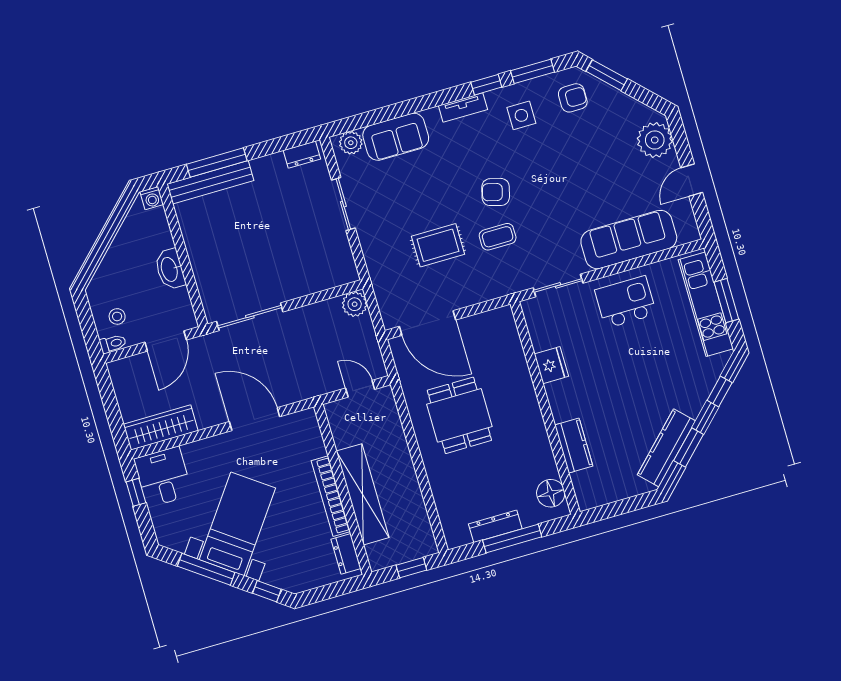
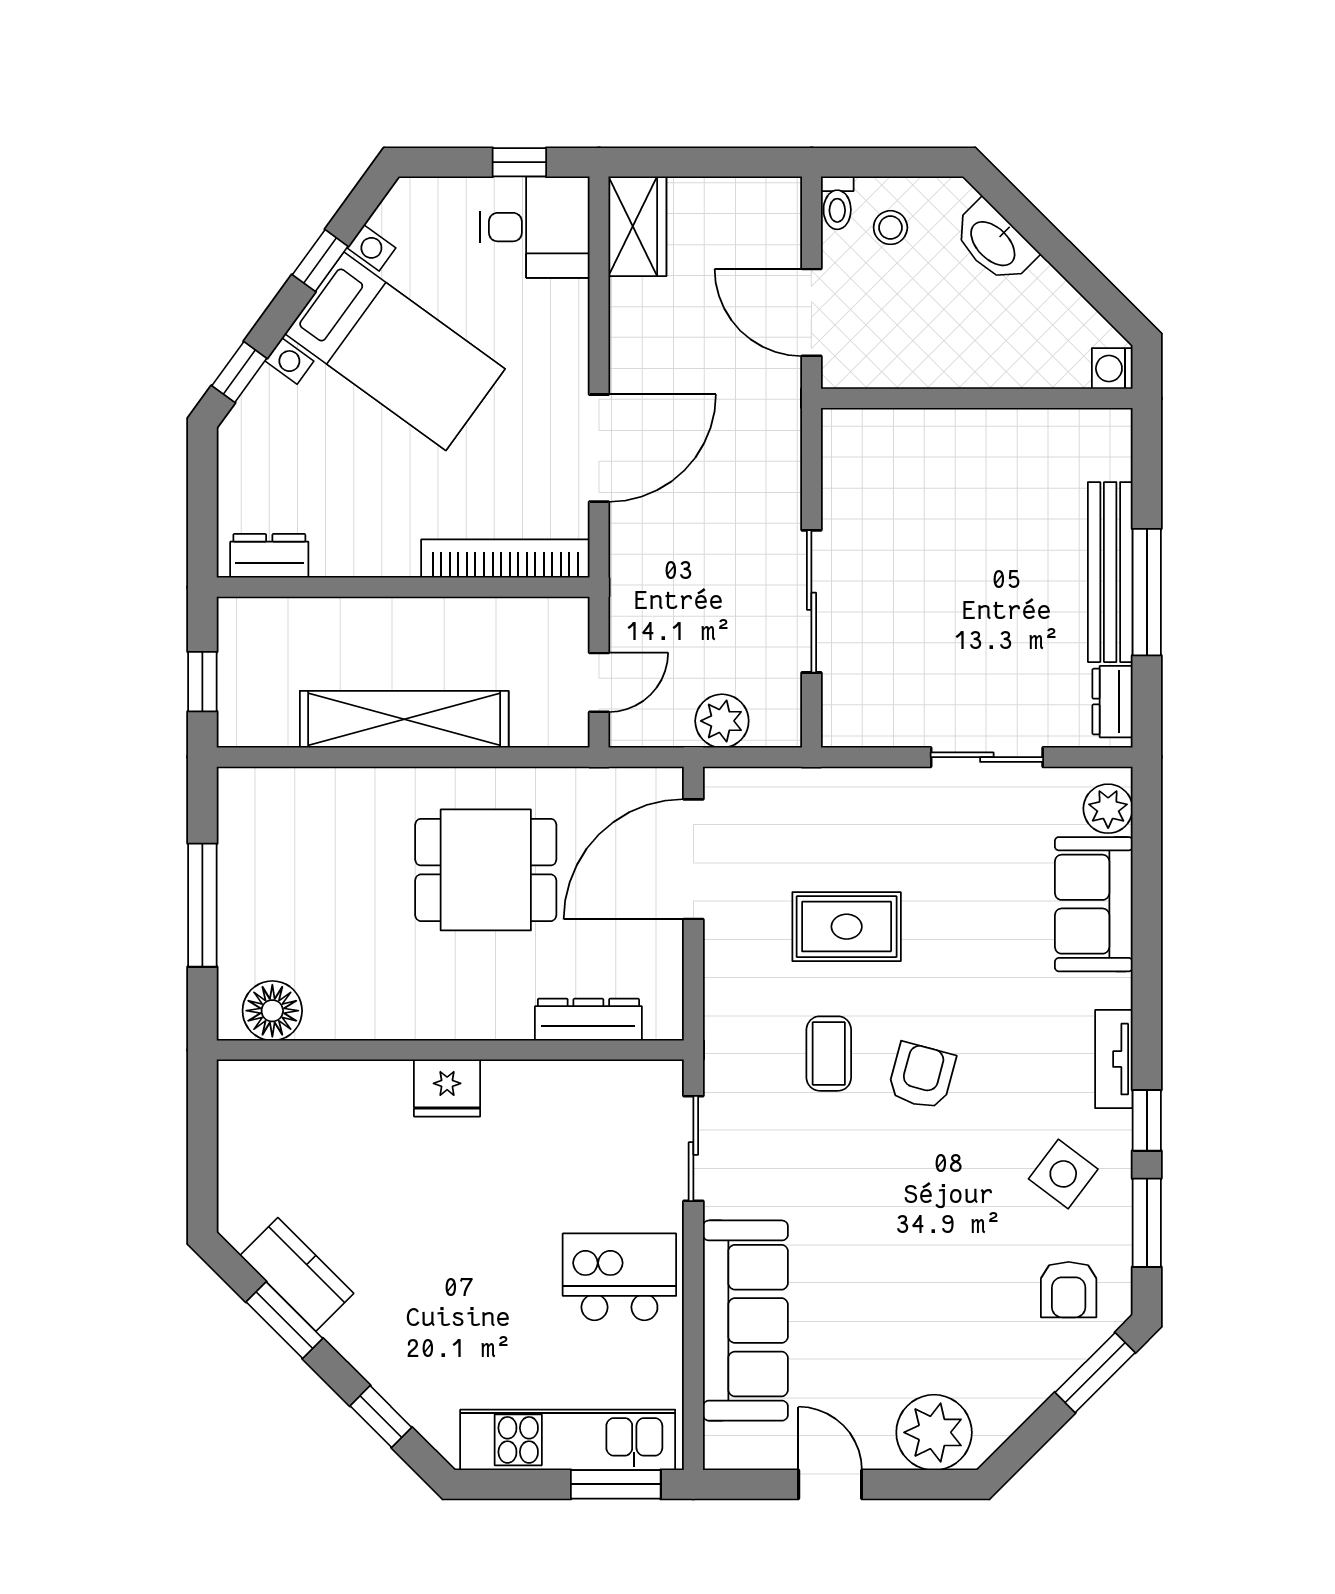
side table: (521, 115) -> (1063, 1174), turned 37
window: (217, 162) -> (1147, 592), moved
bench: (210, 182) -> (1110, 572), moved
rug: (438, 245) -> (847, 927), turned 90
washbasin: (170, 269) -> (994, 243), moved, turned -135
window: (726, 301) -> (616, 1484), moved
kitchen island: (625, 302) -> (619, 1277), turned -90
plant: (355, 304) -> (722, 721), moved
sliding door: (250, 317) -> (811, 601), moved
fridge: (551, 365) -> (447, 1088), moved
wardrobe: (161, 427) -> (637, 226), width x0.67
kitchen counter: (574, 446) -> (356, 1086), removed
kitchen counter: (666, 448) -> (297, 1274), width x0.67
shelving: (363, 494) -> (404, 719), moved
bookcase: (331, 496) -> (505, 559), moved
dresser: (495, 526) -> (588, 1020), moved, turned -90
window: (206, 569) -> (320, 260), width x0.46

